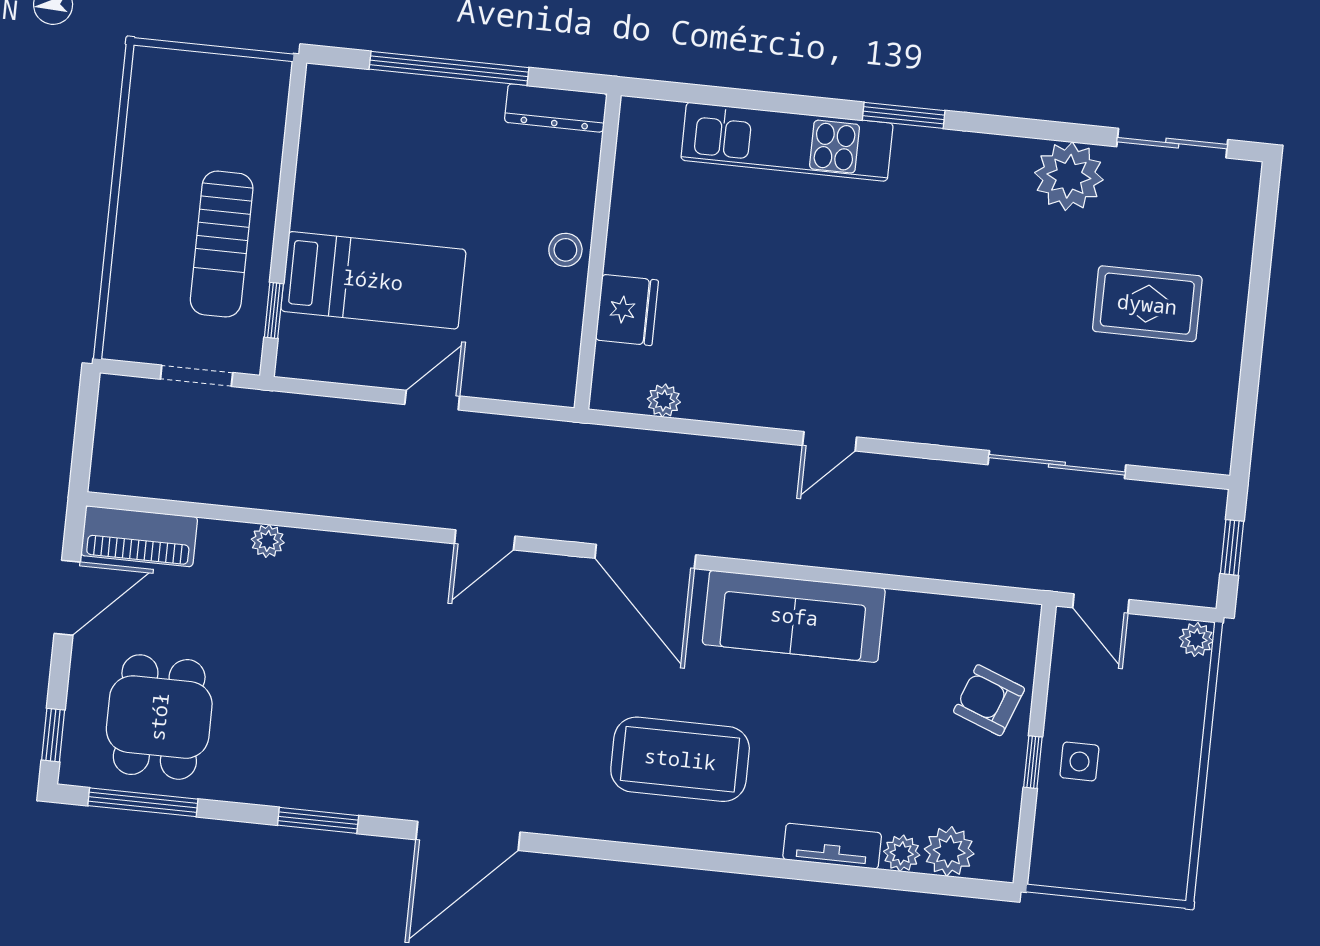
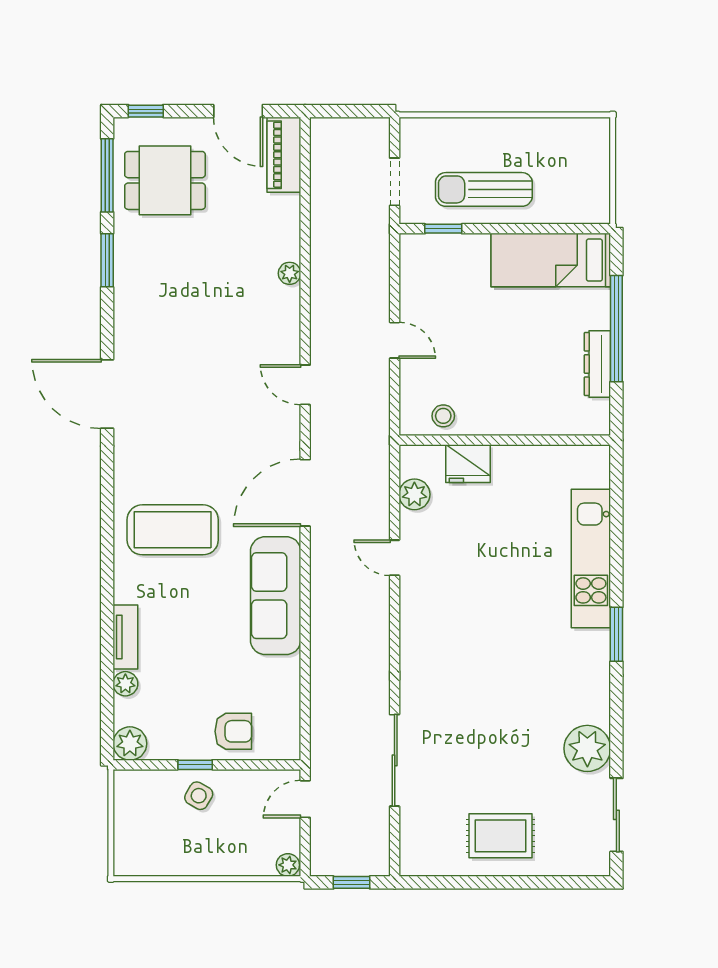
dresser: (556, 108) -> (597, 364), moved
stool: (565, 250) -> (443, 416), moved
bed: (373, 280) -> (551, 260), moved, turned 90
rug: (1147, 304) -> (500, 836), moved, turned 90
plant: (664, 400) -> (414, 494), width x1.38, depth x1.38
door: (830, 441) -> (395, 558), moved
plant: (268, 541) -> (290, 273), moved
armchair: (989, 700) -> (233, 731), turned 69
coffee table: (680, 759) -> (173, 530), turned 90
side table: (1079, 761) -> (199, 796), turned 30
window: (318, 820) -> (107, 260), moved
plant: (949, 851) -> (130, 744), moved

